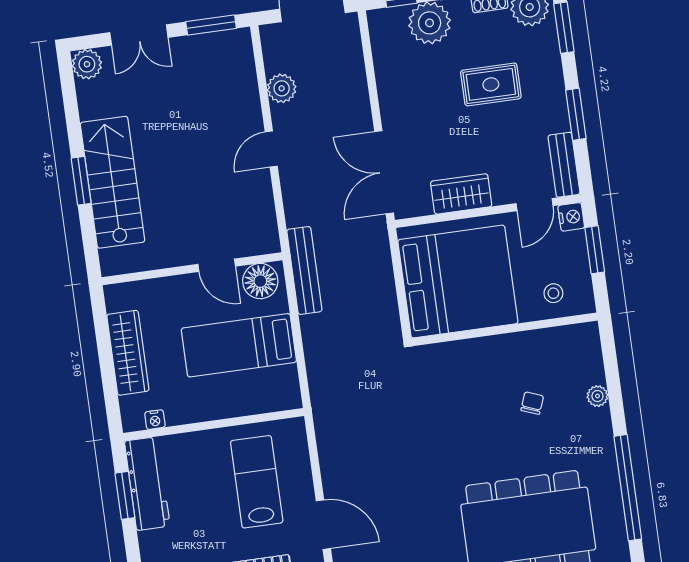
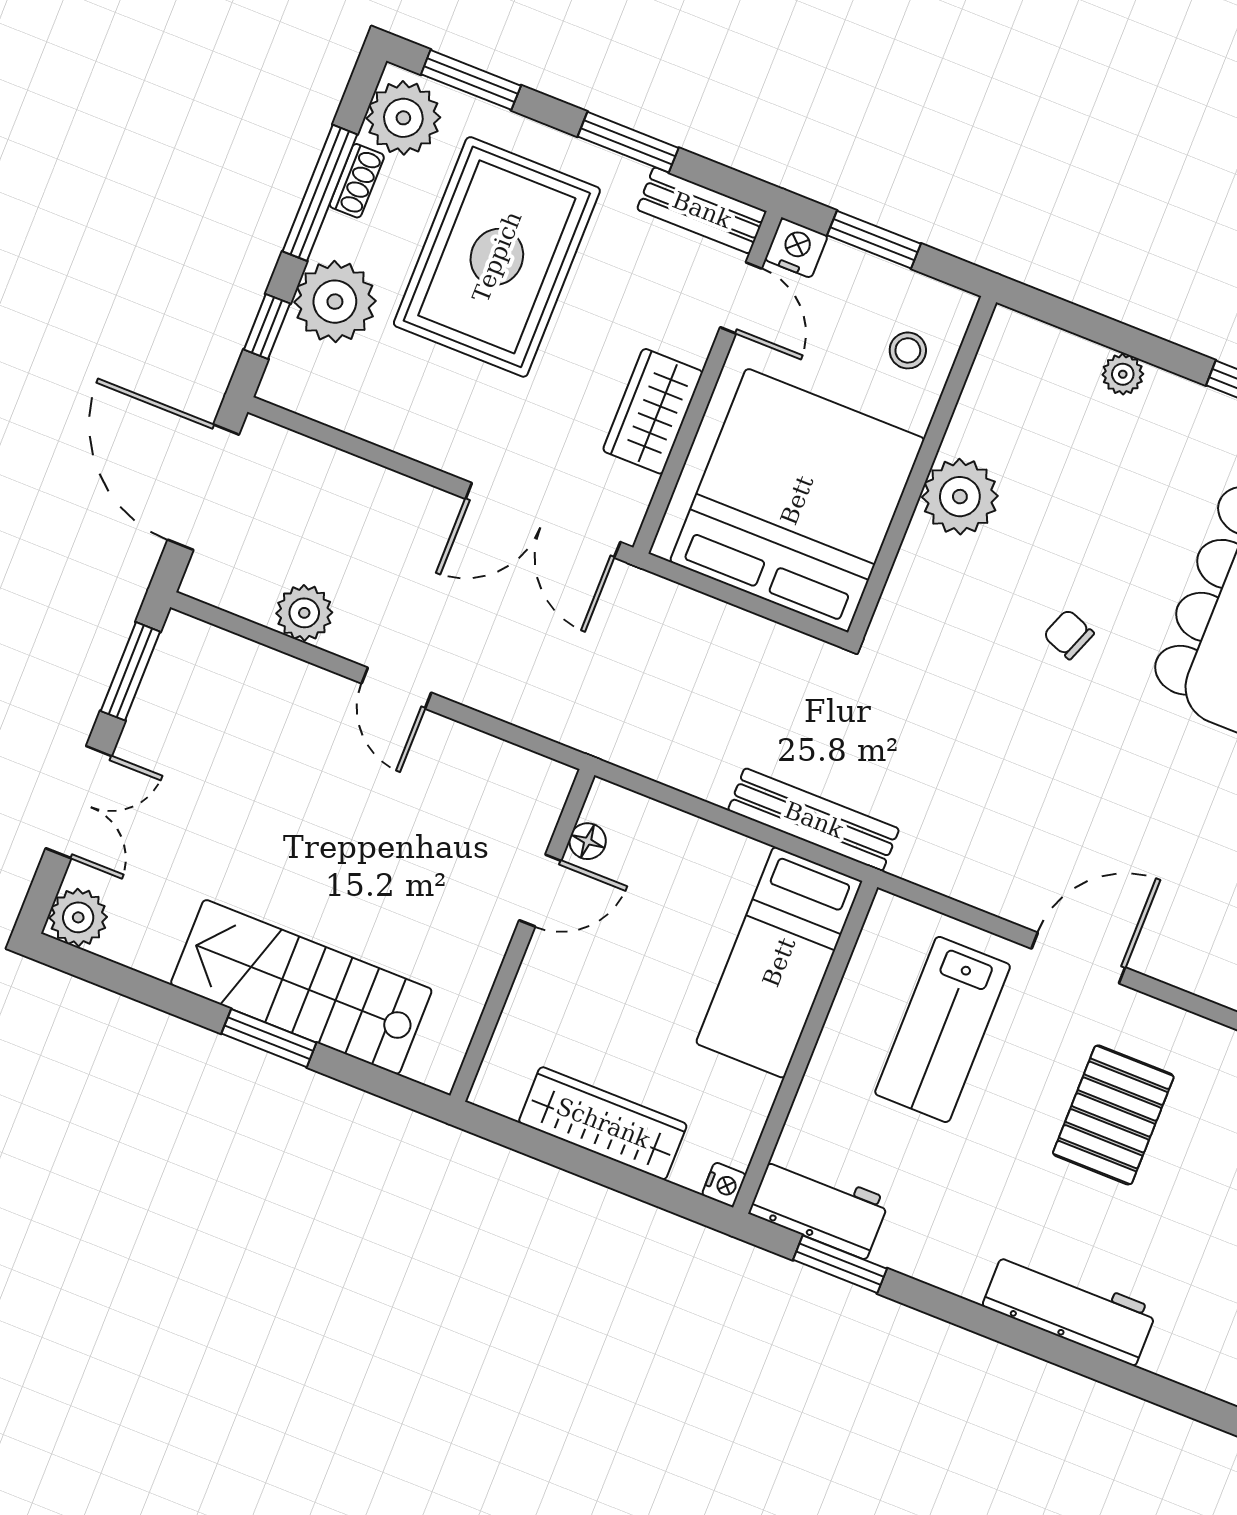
rug: (491, 84) -> (497, 257), width x1.86, depth x2.06
bench: (304, 270) -> (814, 820), moved
floor lamp: (260, 281) -> (588, 841), width x0.53, depth x0.53
bed: (239, 345) -> (779, 962), moved
plant: (501, 354) -> (960, 497), added
chair: (532, 403) -> (1069, 634), moved
nightstand: (155, 420) -> (724, 1185), moved
lab bench: (257, 482) -> (943, 1029), turned -90
workbench: (147, 484) -> (819, 1207), width x0.73

